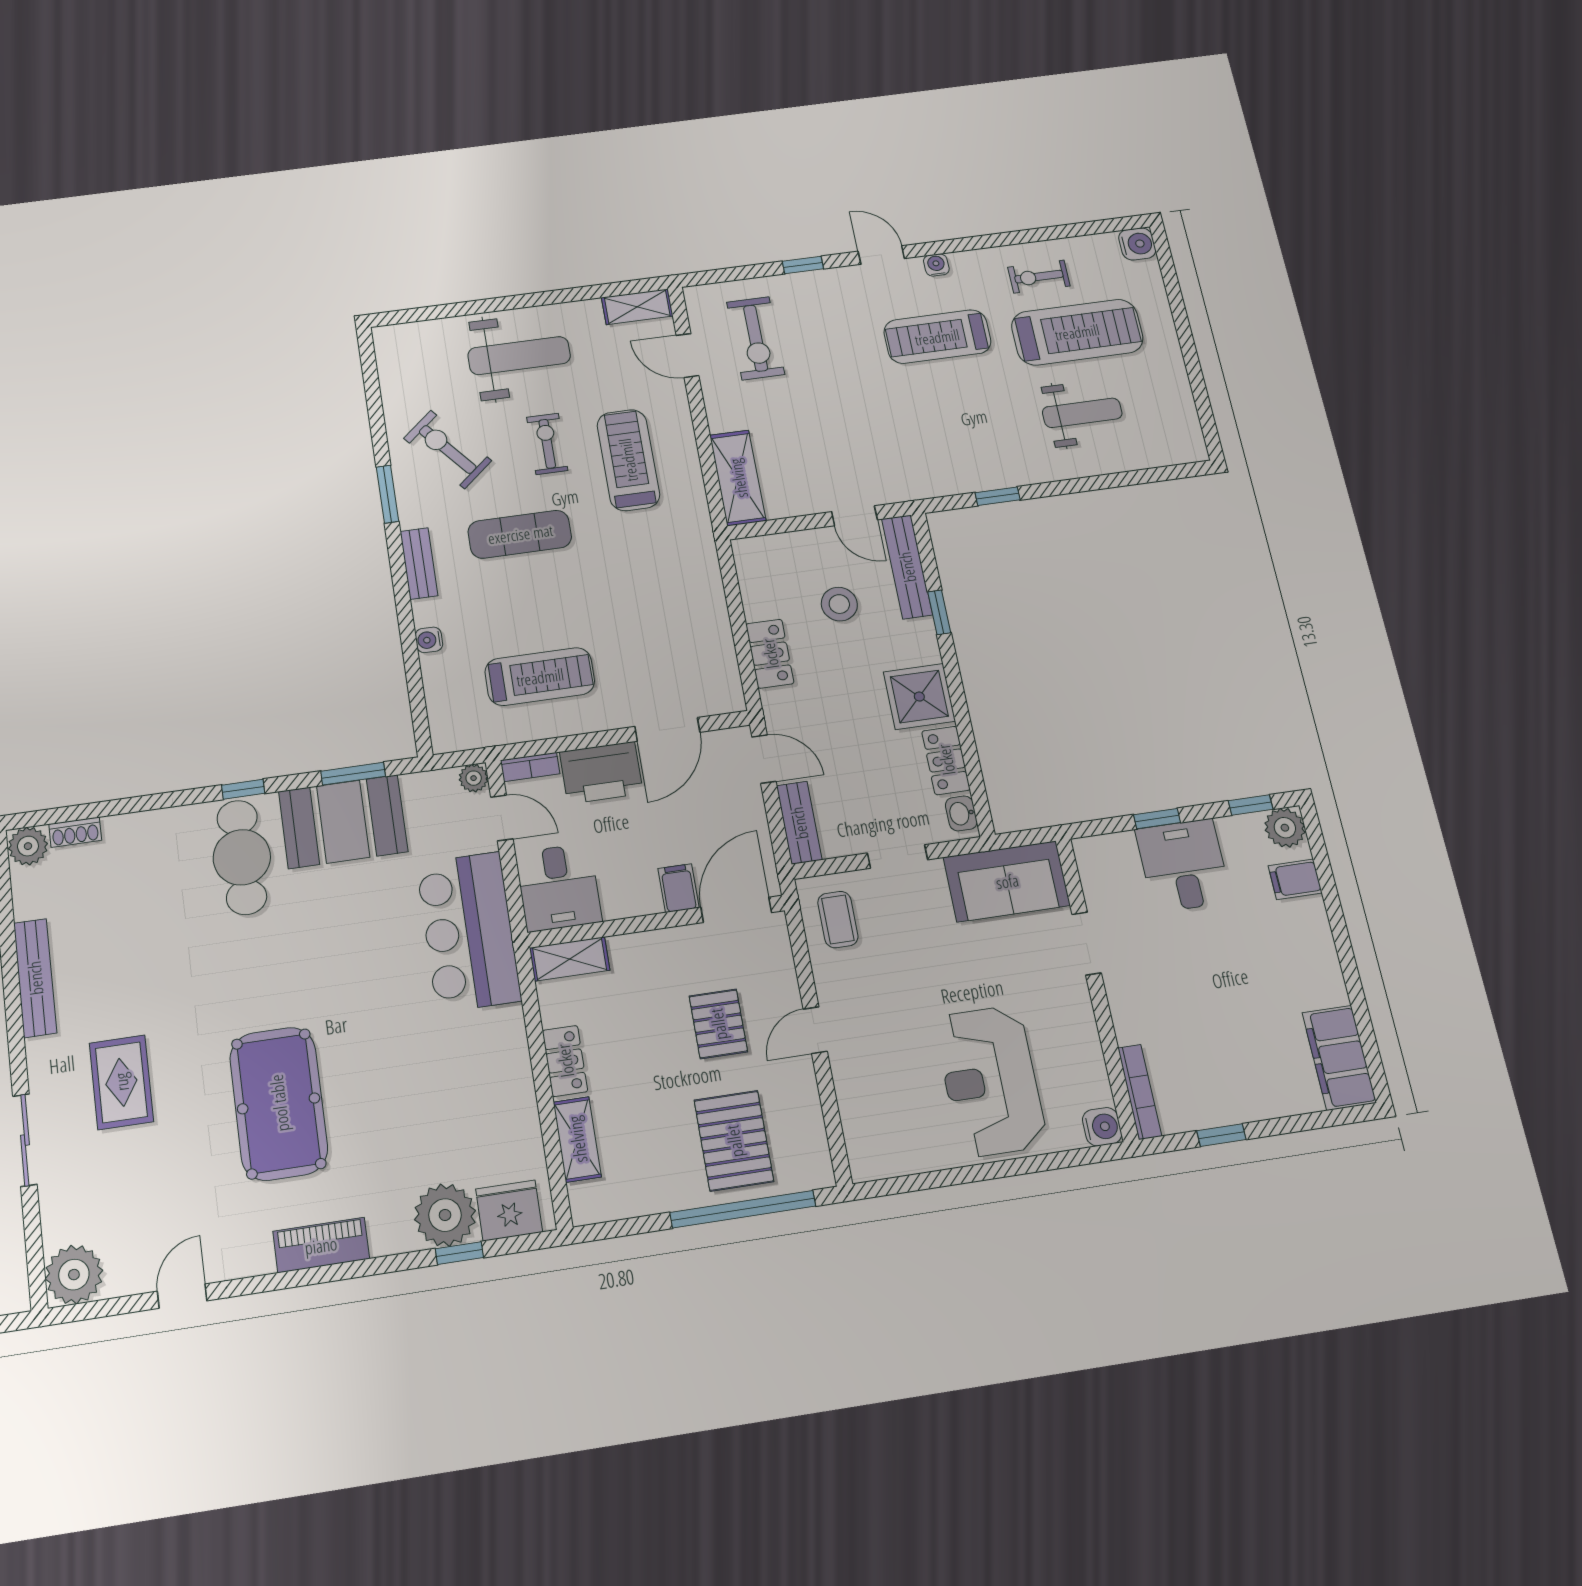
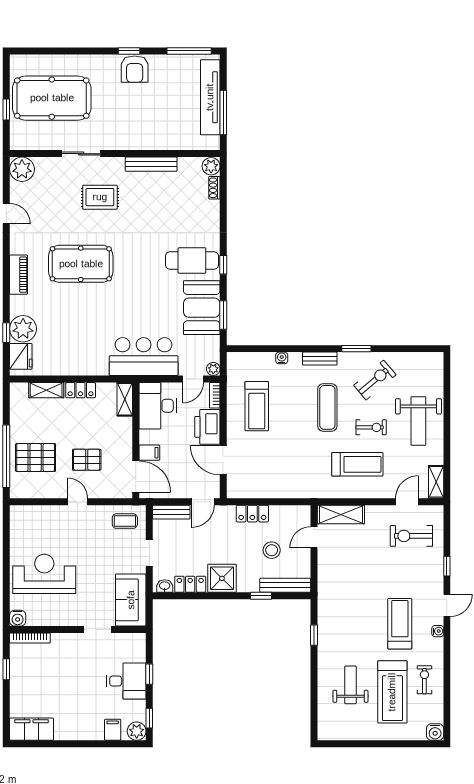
weight bench: (1082, 413) -> (350, 685), turned 180
door: (854, 516) -> (314, 537), moved
desk: (559, 887) -> (158, 406), width x1.37

